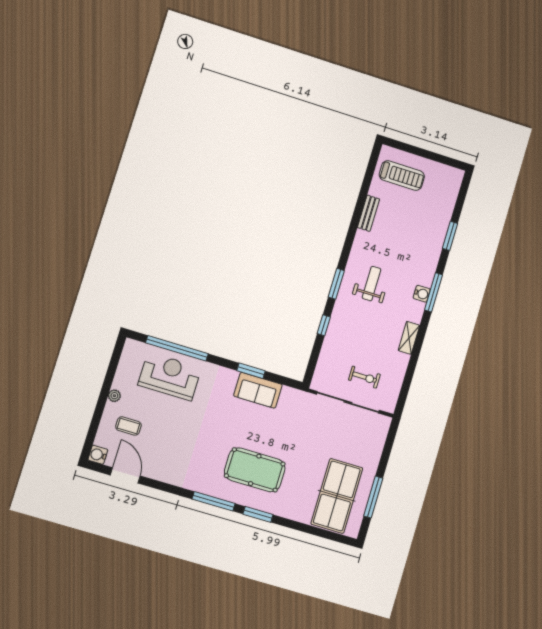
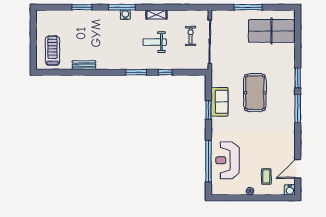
weight bench: (372, 284) -> (155, 42), moved
pool table: (255, 470) -> (255, 93), moved
window: (373, 497) -> (248, 7), moved

